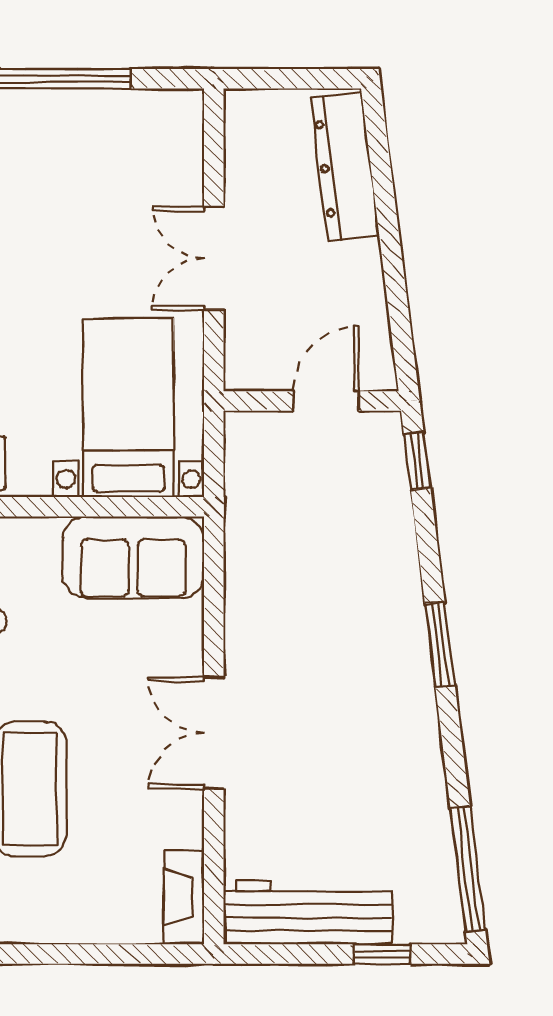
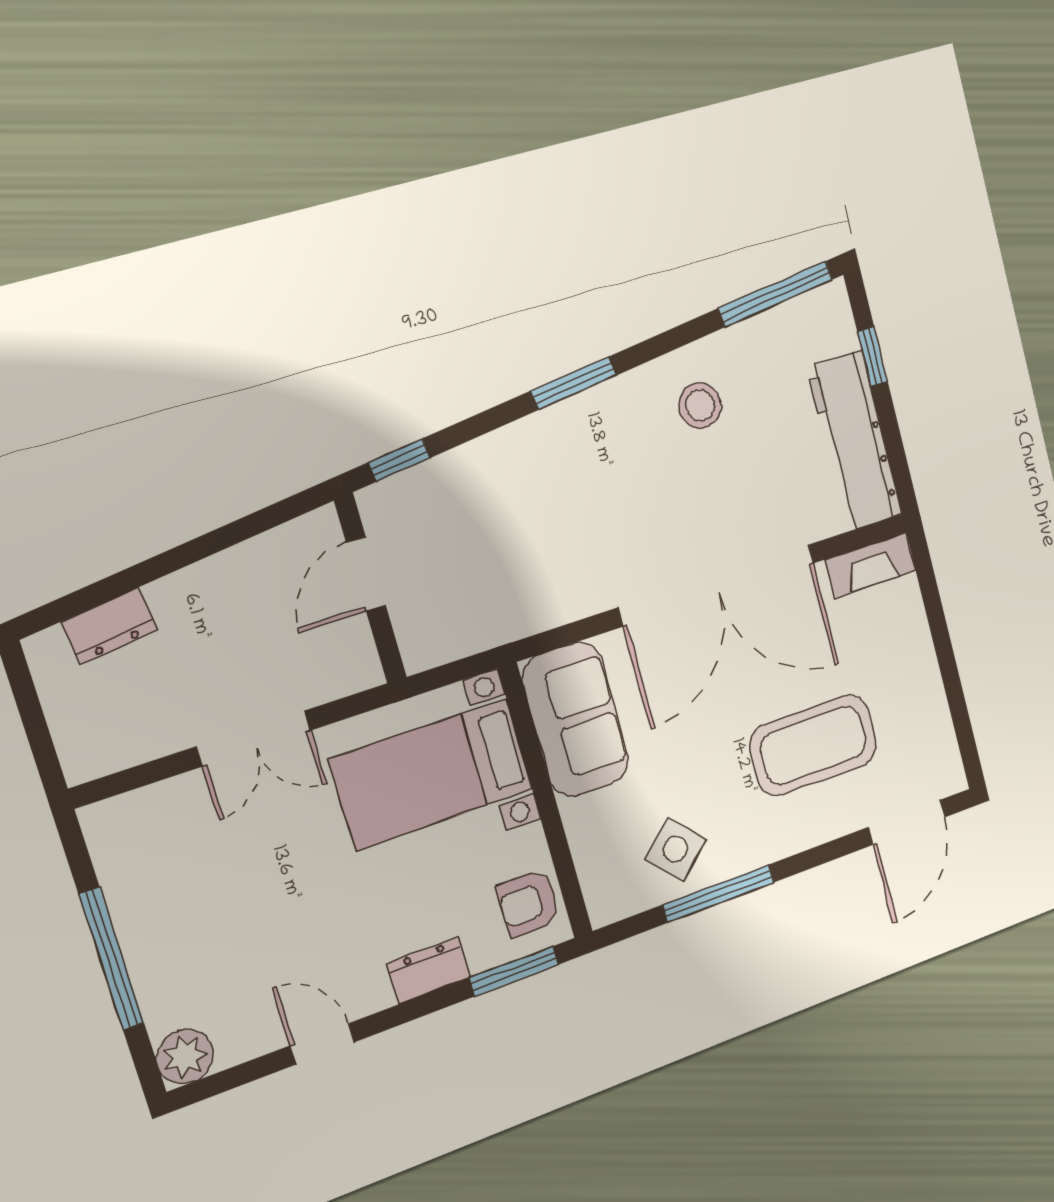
dresser: (345, 166) -> (109, 626), width x0.51, depth x0.80
door: (326, 401) -> (366, 574), hinge flipped
double door: (214, 733) -> (717, 585), width x1.87
stool: (385, 763) -> (700, 405), added

